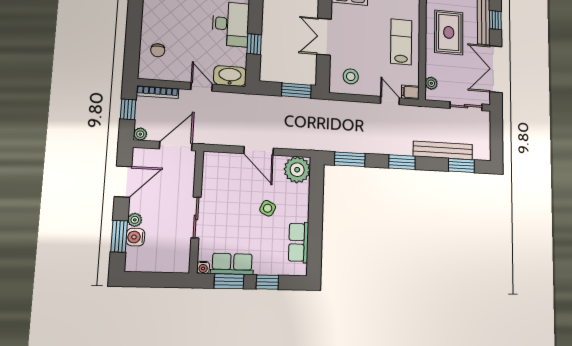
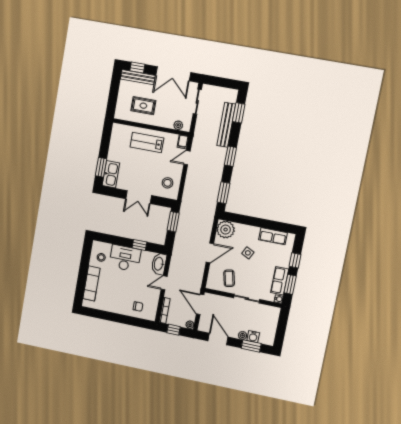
rug: (449, 32) -> (143, 106), width x0.73, depth x0.70
coffee table: (224, 185) -> (229, 278), added

